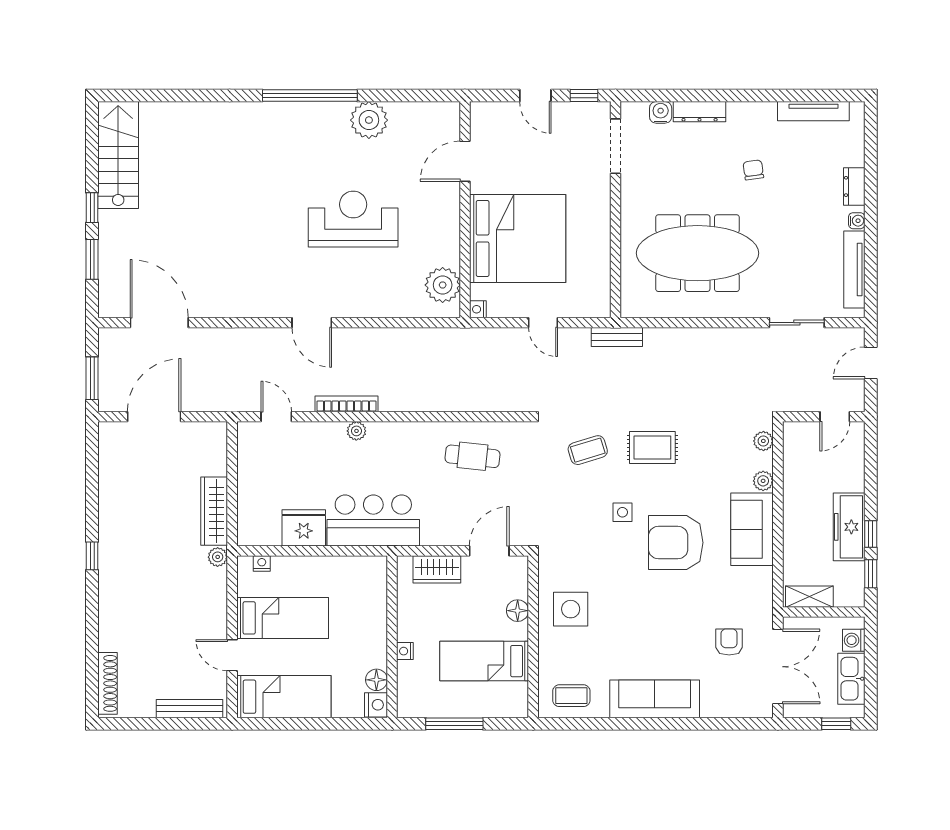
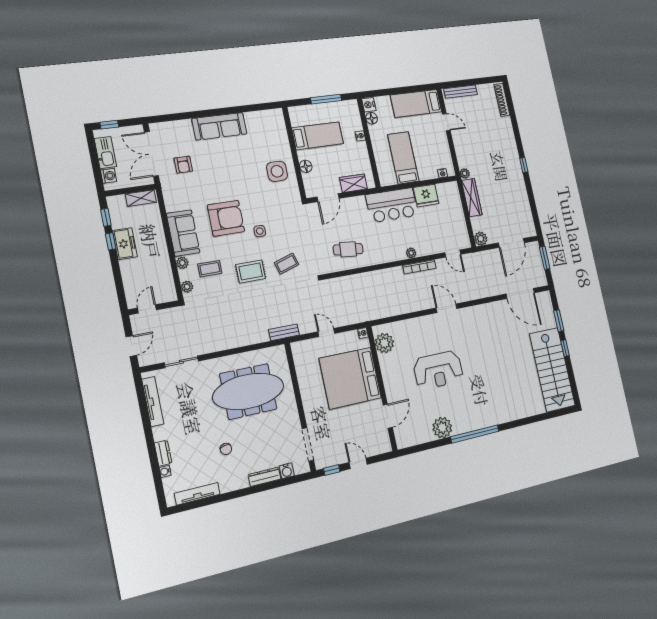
stairs: (118, 155) -> (552, 370), width x1.36, depth x1.51
water cooler: (857, 221) -> (165, 471), moved
plant: (214, 434) -> (481, 239), added
freezer: (849, 527) -> (125, 244), width x0.71
bed: (283, 618) -> (403, 158), moved, turned 90
coffee table: (571, 696) -> (210, 269), moved

